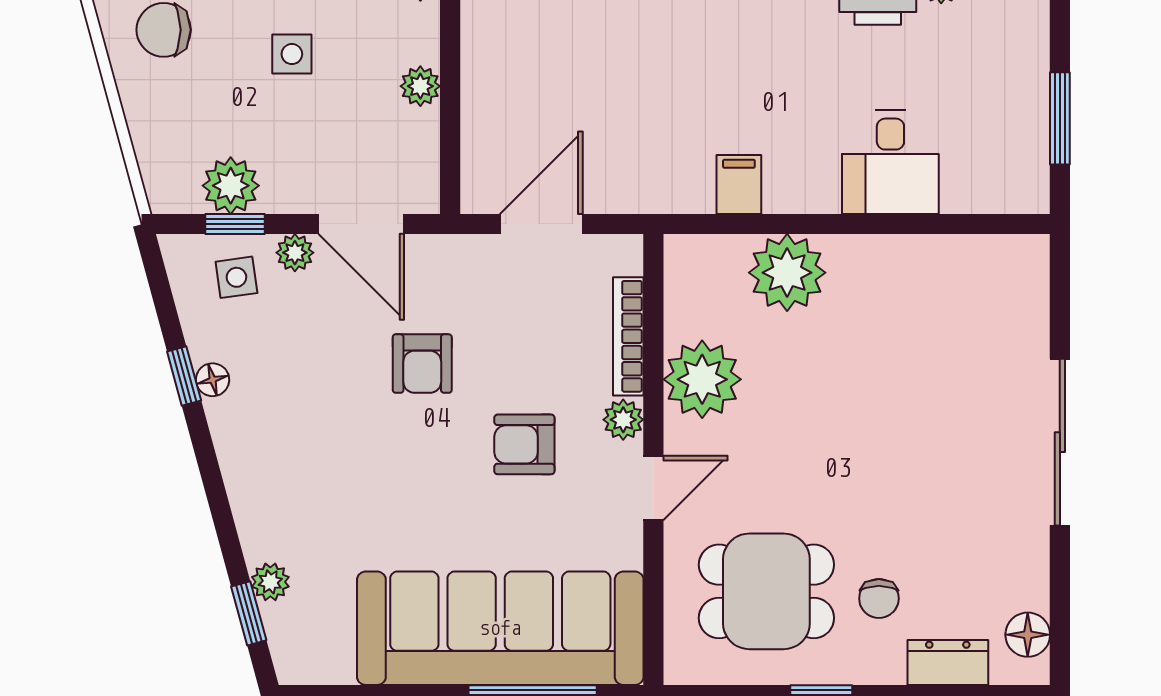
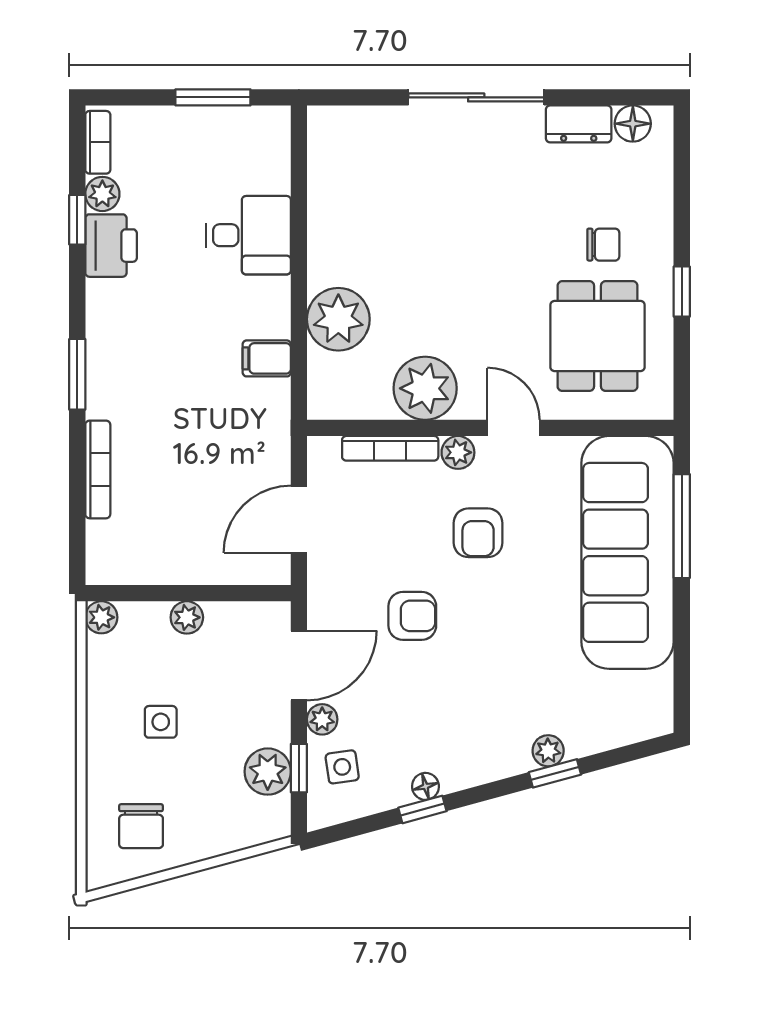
door: (541, 224) -> (299, 519), hinge flipped
plant: (270, 582) -> (548, 751), moved
window: (249, 613) -> (555, 773), moved
dresser: (948, 662) -> (579, 124), moved, turned -90

